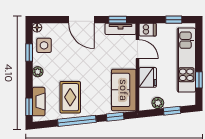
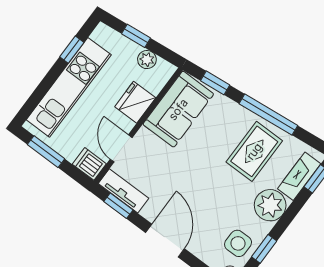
window: (174, 20) -> (46, 152), width x1.50
plant: (38, 72) -> (270, 205), width x1.87, depth x1.87

